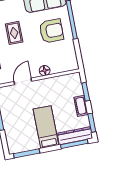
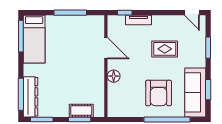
cot: (81, 106) -> (81, 111), moved
bed: (46, 127) -> (34, 39), moved, turned 90

